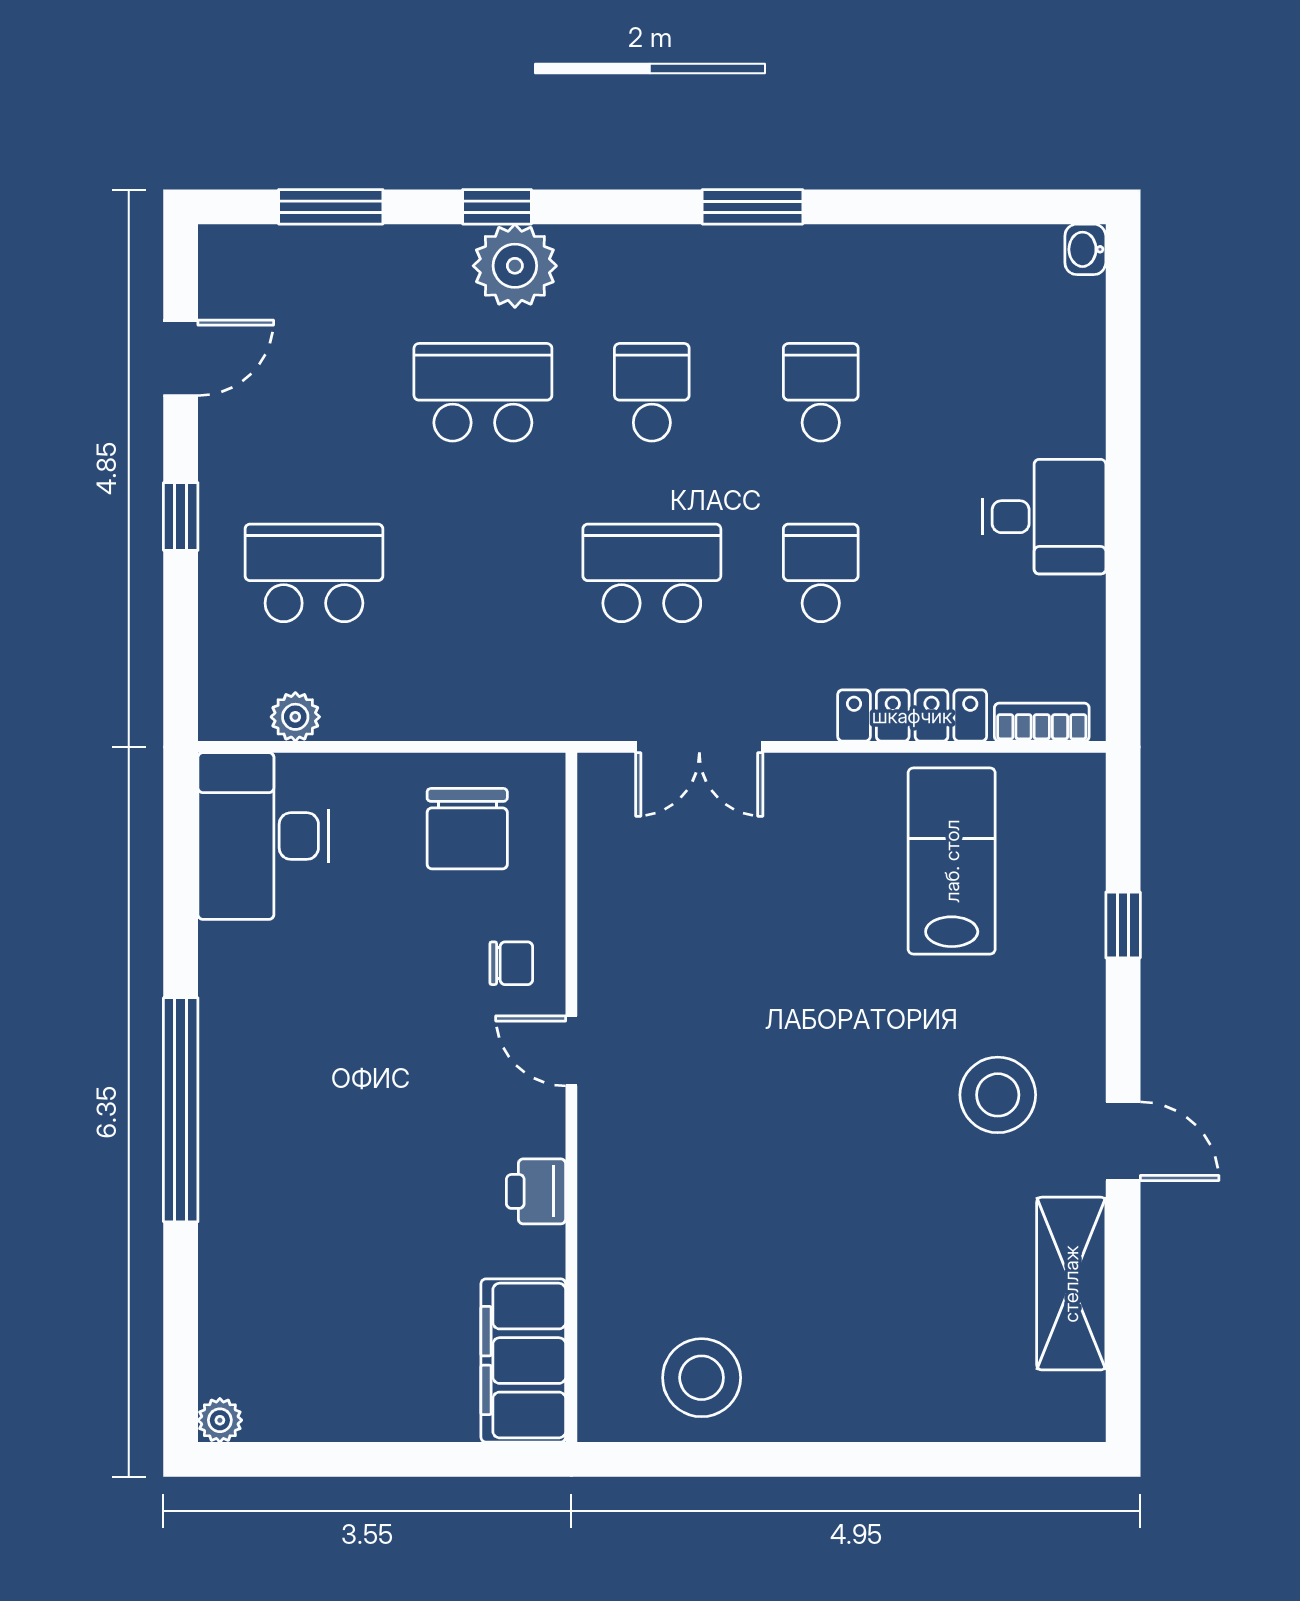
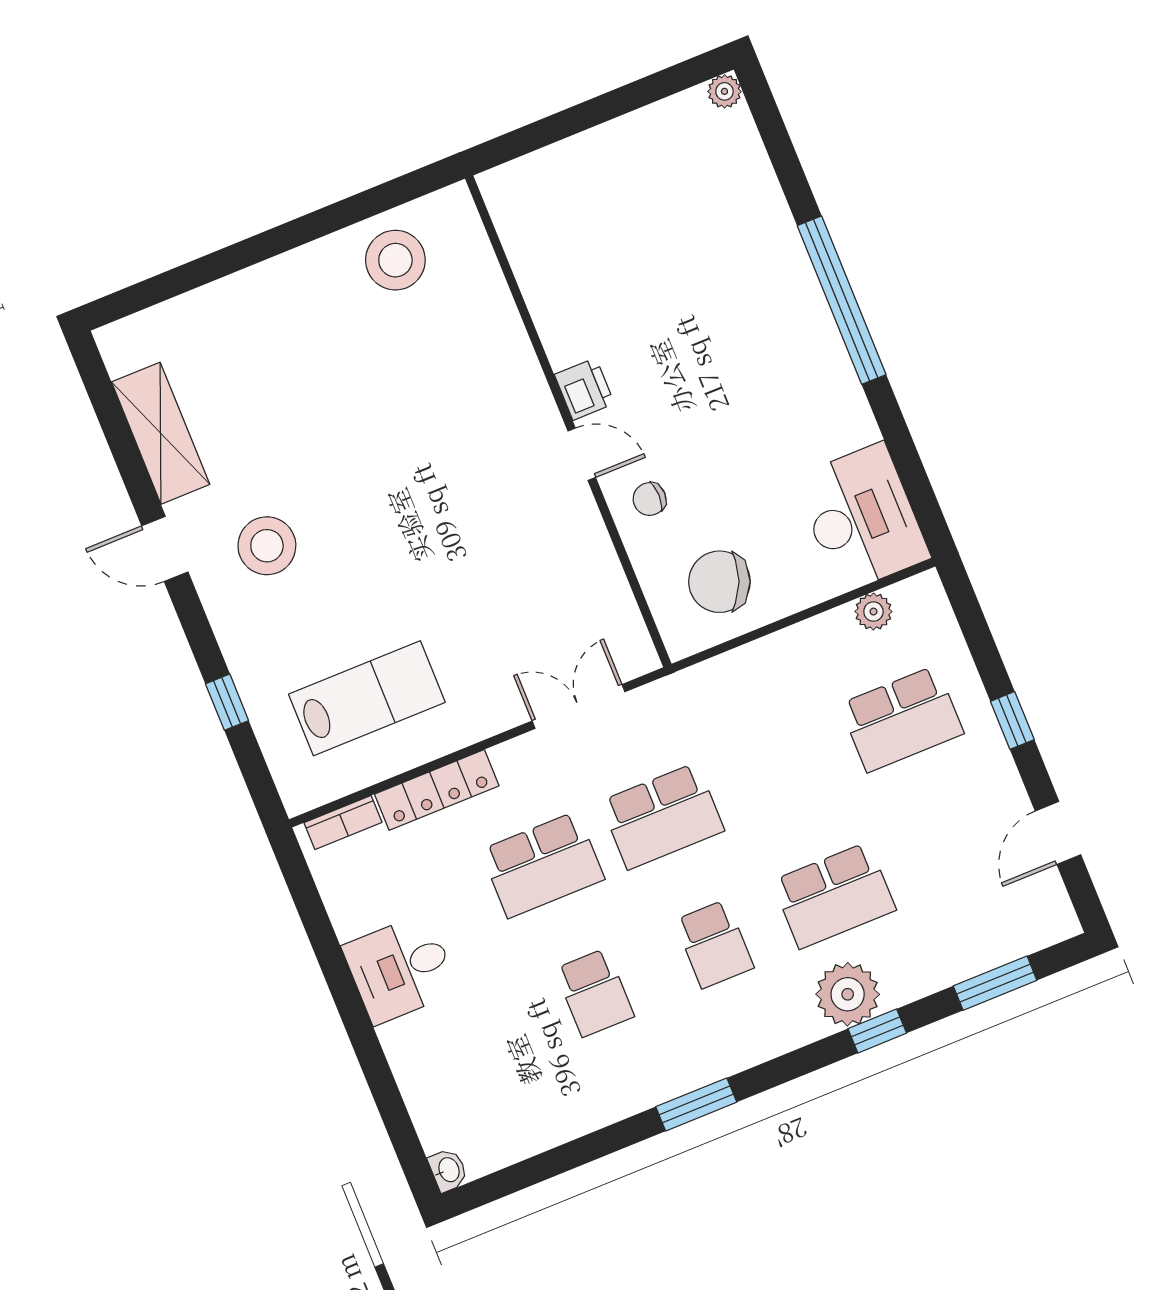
school desk: (821, 573) -> (542, 865), width x1.85
chair: (467, 829) -> (719, 582), turned -68
lab bench: (952, 861) -> (367, 698), turned -90
printer: (536, 1191) -> (584, 389), moved
filing cabinet: (523, 1361) -> (527, 221), removed

